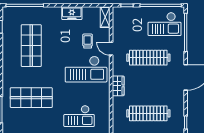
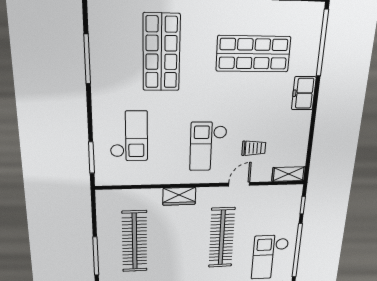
freezer: (72, 13) -> (304, 93), moved
checkout: (86, 69) -> (208, 146), width x0.73, depth x0.83
checkout: (79, 116) -> (129, 136), turned 180

